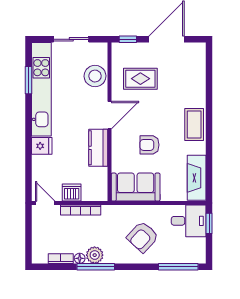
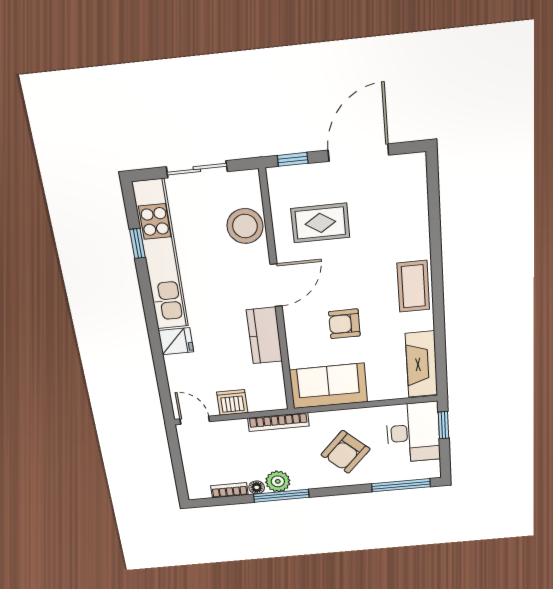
window: (29, 80) -> (137, 243), width x0.67
bookcase: (81, 210) -> (278, 422), moved
desk: (189, 221) -> (413, 432), width x1.37

